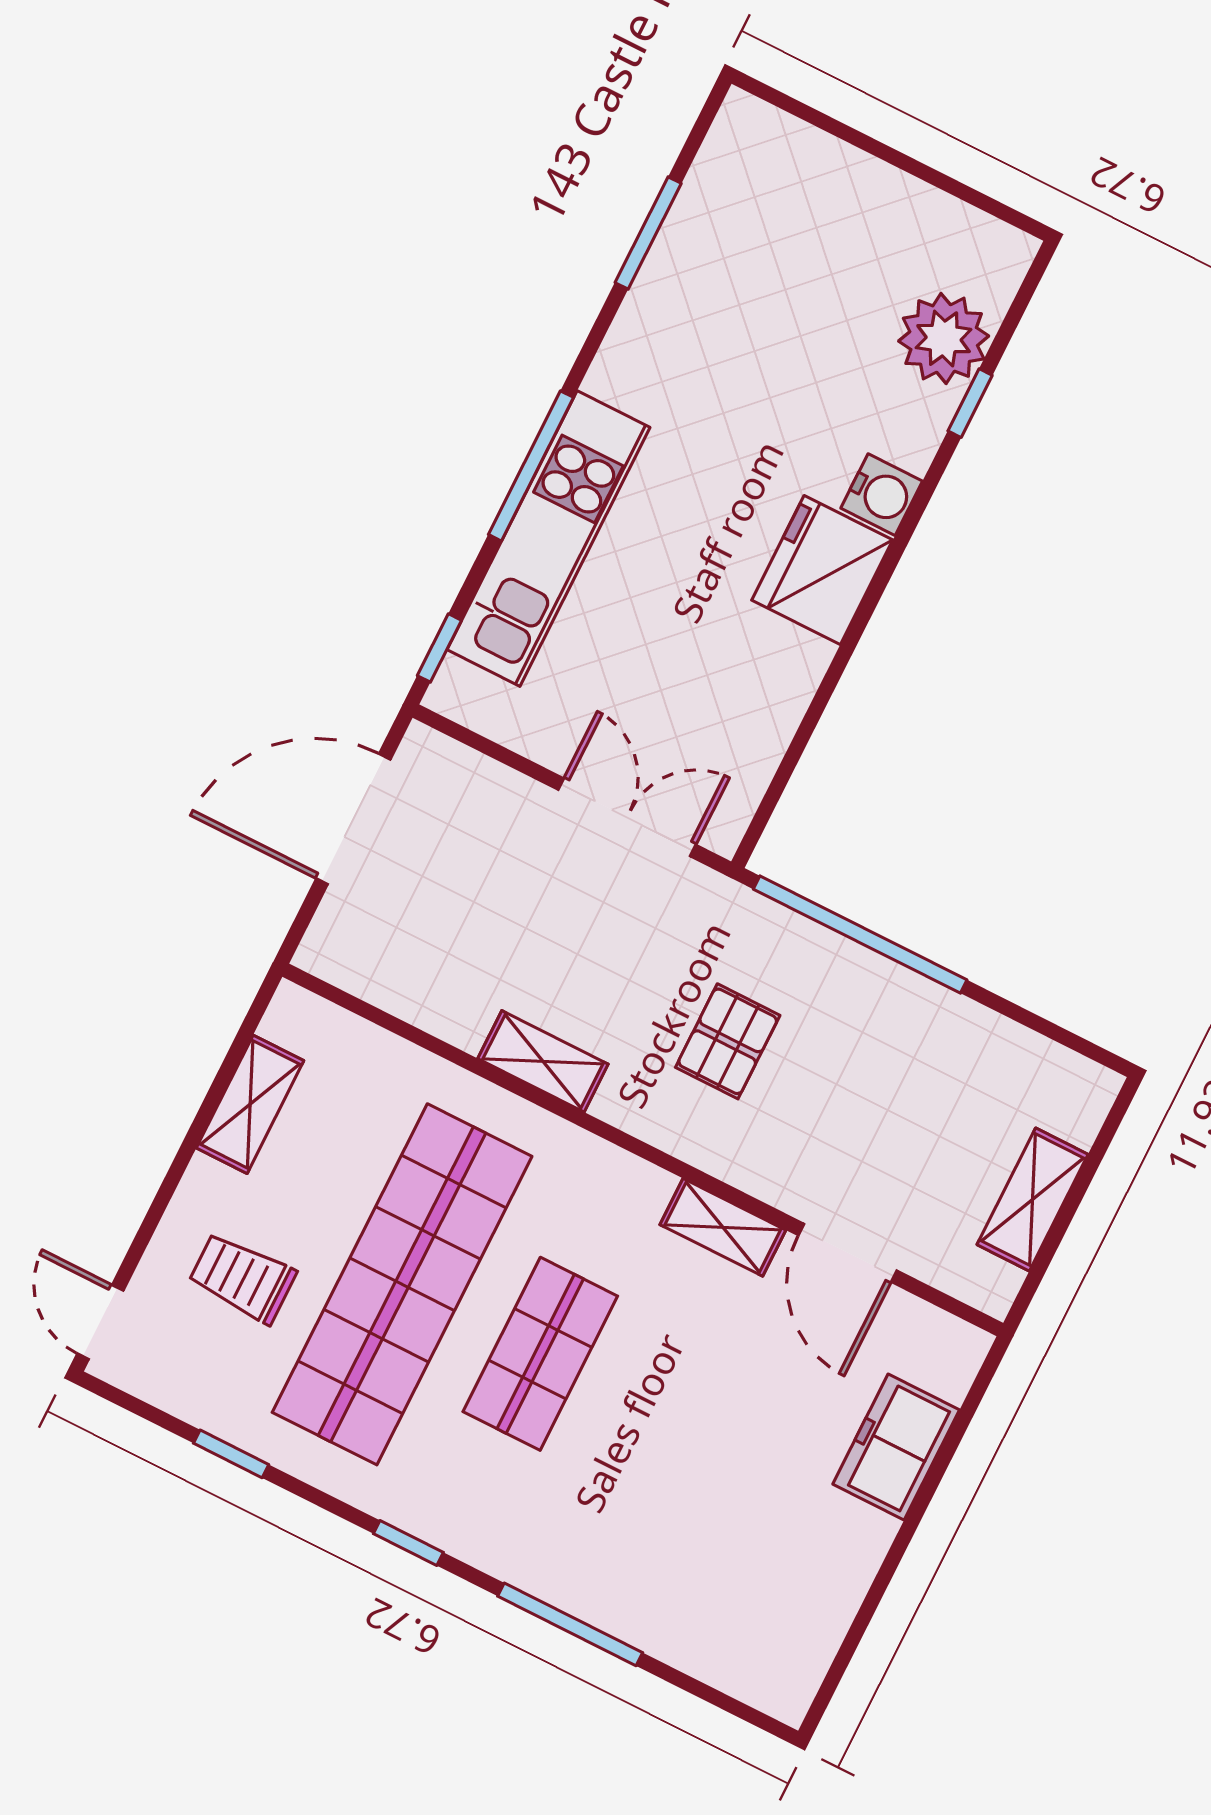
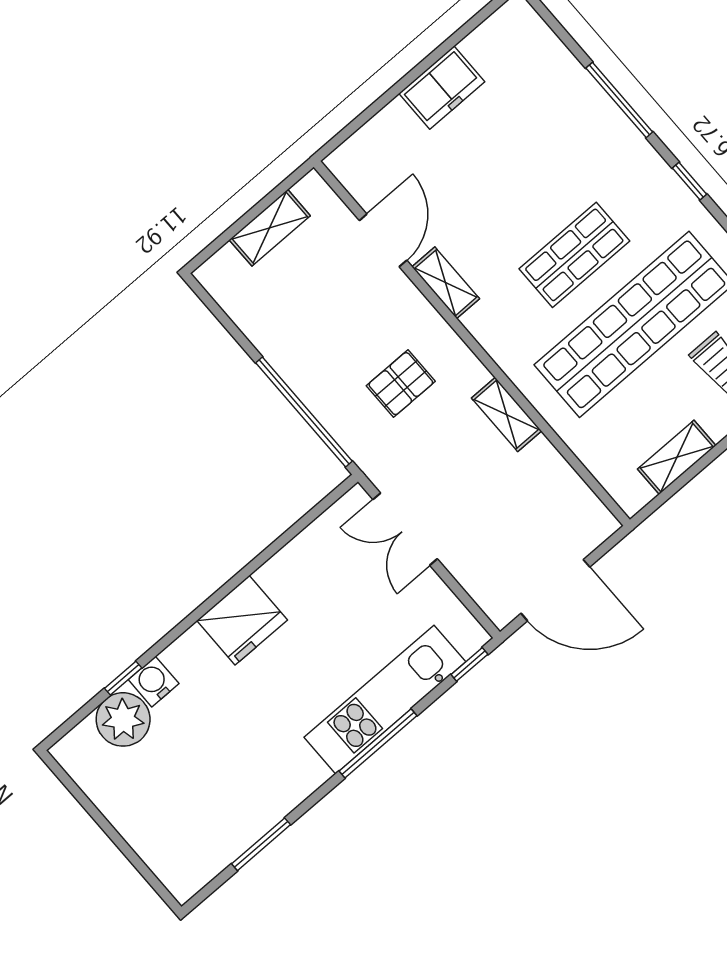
water cooler: (882, 495) -> (154, 682), moved
freezer: (896, 1447) -> (442, 88), moved

